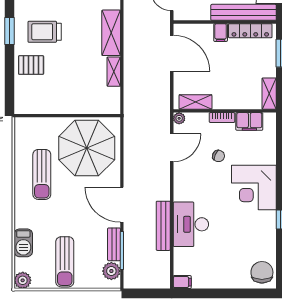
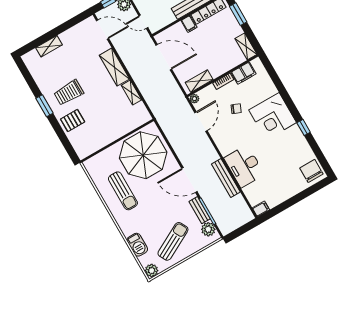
sun lounger: (65, 262) -> (173, 241), turned -118

